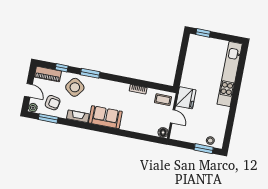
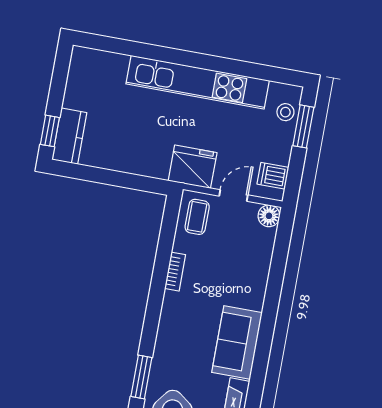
kitchen counter: (201, 42) -> (69, 136), added
kitchen unit: (230, 74) -> (198, 82), moved
dishwasher: (181, 134) -> (273, 176), added

